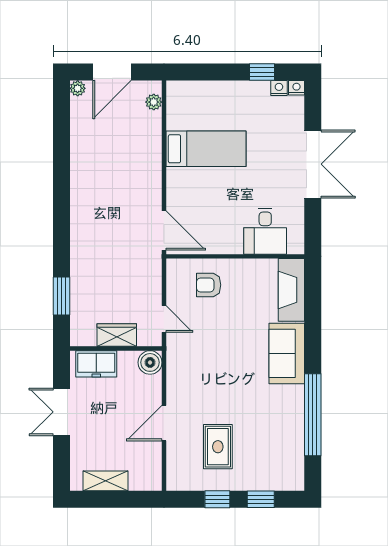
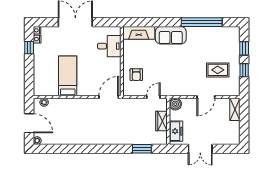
door: (164, 423) -> (206, 97), hinge flipped
shelving: (105, 481) -> (235, 109), moved

